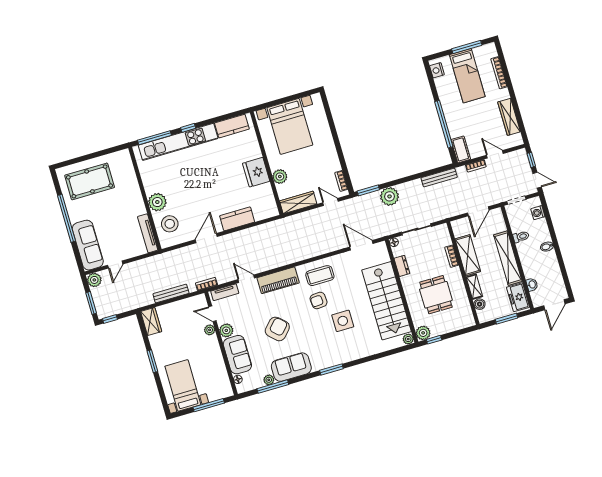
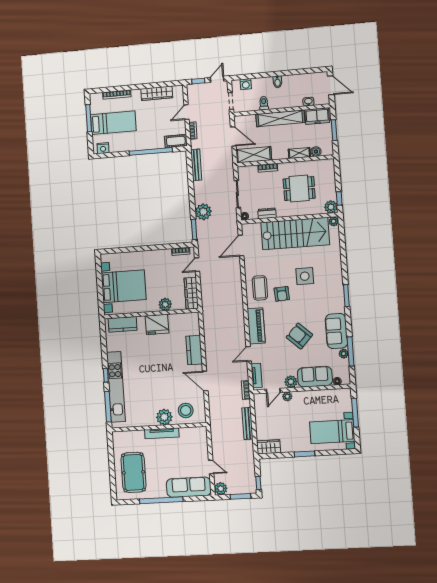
kitchen counter: (232, 126) -> (123, 324), moved, turned 90
tv unit: (148, 233) -> (162, 433), moved
shelving: (468, 255) -> (254, 155), moved

